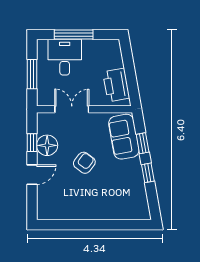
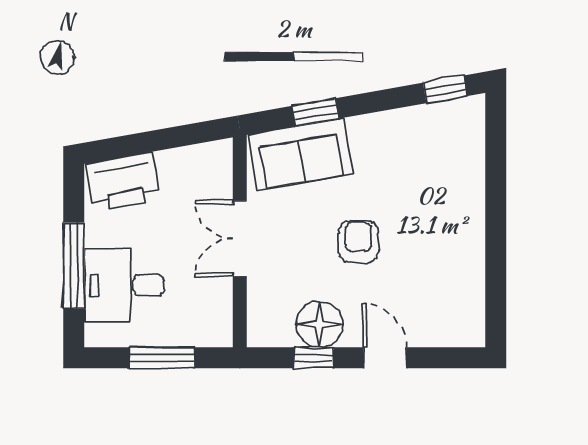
printer: (116, 85) -> (123, 182), moved
double door: (72, 109) -> (240, 239), moved
armchair: (84, 163) -> (358, 242), turned 53
window: (148, 173) -> (445, 89), moved

